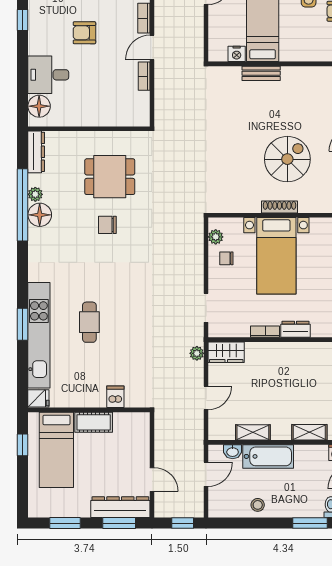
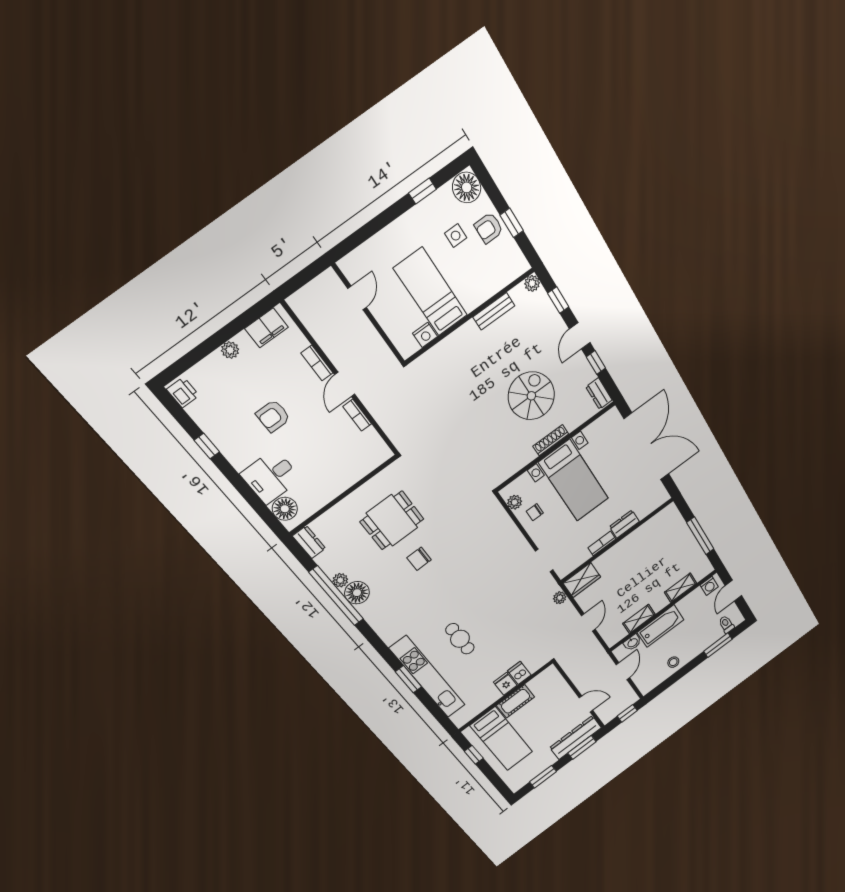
bench: (261, 73) -> (494, 311), moved
dresser: (36, 152) -> (309, 542), width x0.70
fridge: (38, 398) -> (505, 684), moved, turned -90

